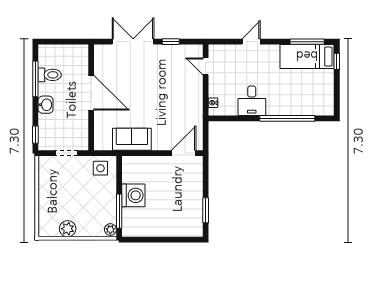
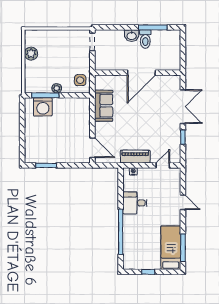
window: (337, 61) -> (148, 272), moved
toilet: (50, 75) -> (145, 39), moved
piano: (195, 100) -> (135, 157), added
window: (35, 135) -> (107, 27), removed
doorway: (67, 153) -> (92, 42), moved
washing machine: (133, 195) -> (43, 107), moved
plant: (110, 230) -> (57, 88), moved

